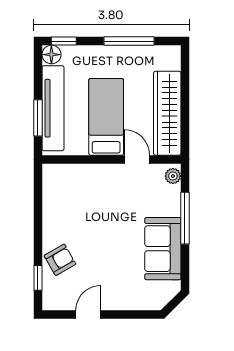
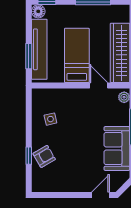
side table: (69, 207) -> (50, 119), added
window: (38, 278) -> (29, 156), moved
door: (88, 315) -> (100, 195), moved

